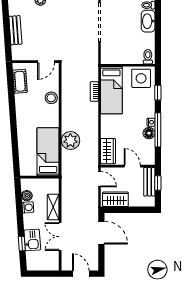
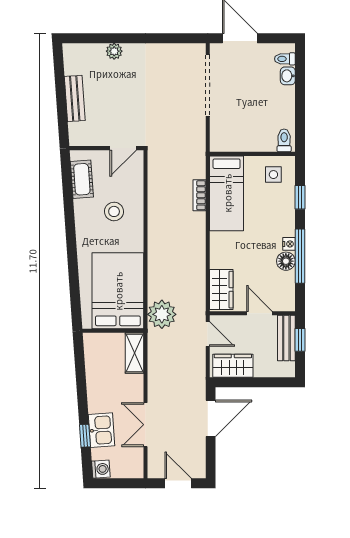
washbasin: (148, 21) -> (288, 76), width x0.52, depth x0.69
side table: (141, 78) -> (273, 175), width x0.54, depth x0.54
stool: (51, 98) -> (114, 211), moved
plant: (70, 141) -> (162, 314), moved
bed: (48, 152) -> (118, 291), width x1.50
boiler: (27, 196) -> (93, 360), removed
washing machine: (28, 207) -> (101, 469), moved
shelving: (53, 207) -> (134, 353), moved
door: (101, 233) -> (211, 418), hinge flipped

